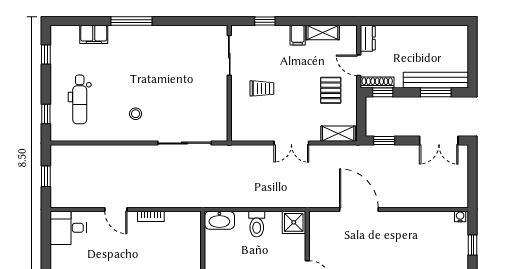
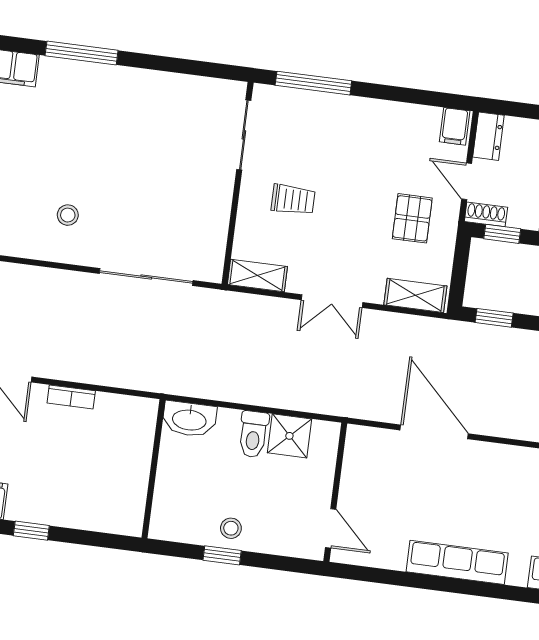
window: (265, 21) -> (313, 83), width x2.17
shelving: (323, 33) -> (257, 276), moved
filing cabinet: (298, 35) -> (455, 126), moved
shoe rack: (377, 83) -> (486, 214), width x0.70
shower: (294, 222) -> (289, 436), moved

